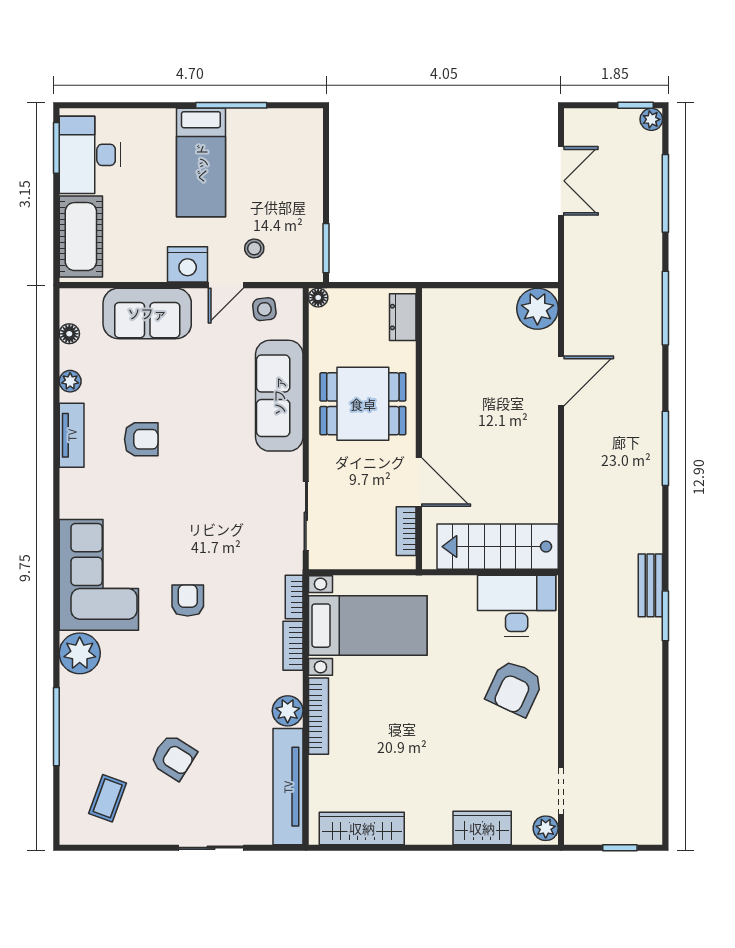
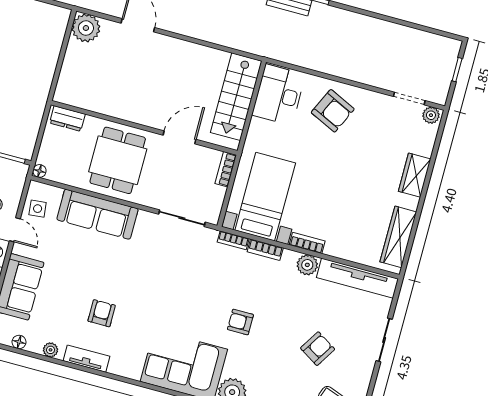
bookcase: (406, 531) -> (226, 169), moved, turned 90
armchair: (188, 600) -> (240, 322), moved
bookcase: (318, 716) -> (307, 243), width x0.64
wardrobe: (482, 828) -> (415, 175), moved

